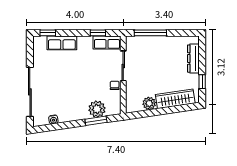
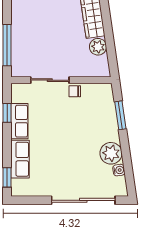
row of seats: (107, 42) -> (19, 121), moved
plant: (97, 109) -> (111, 153), moved

